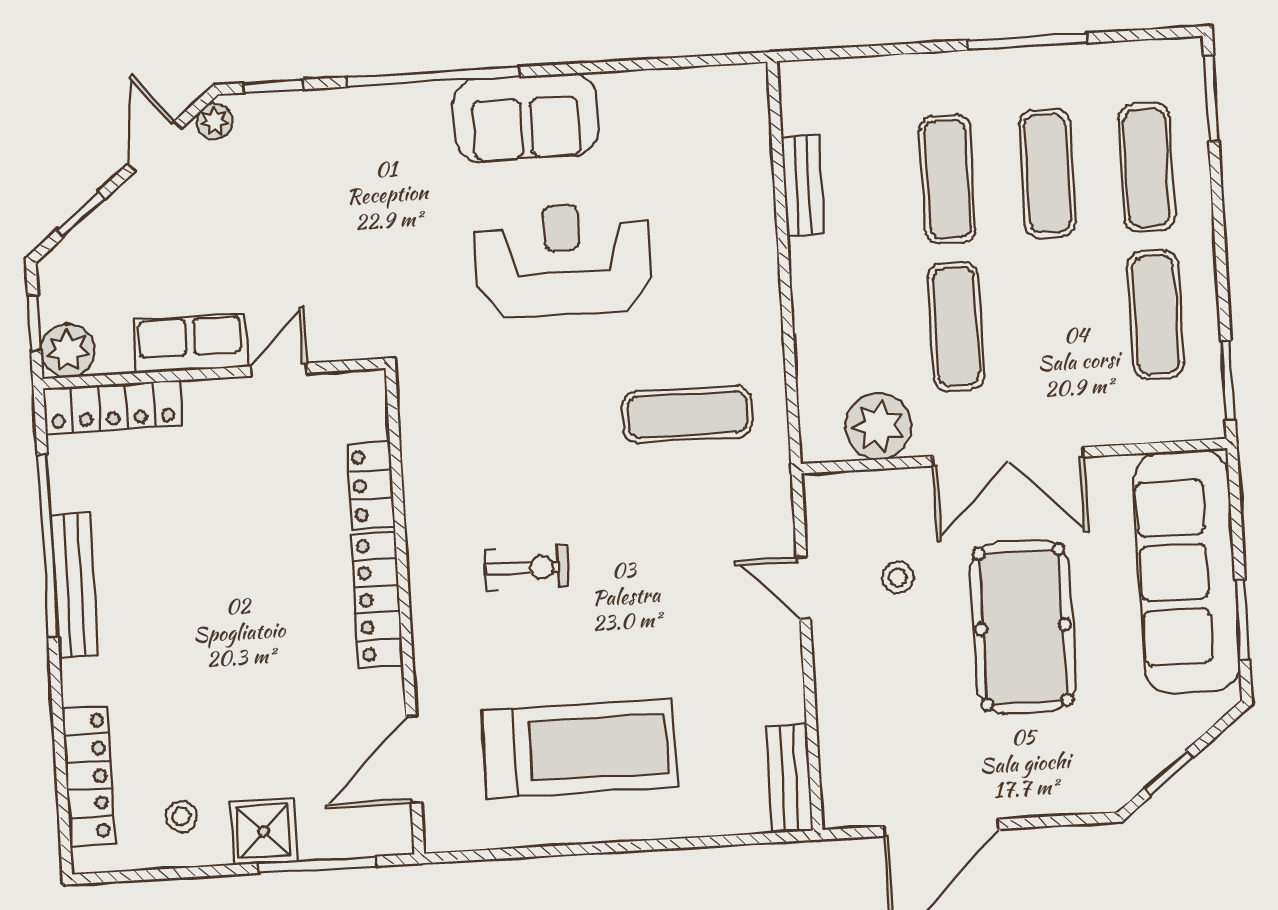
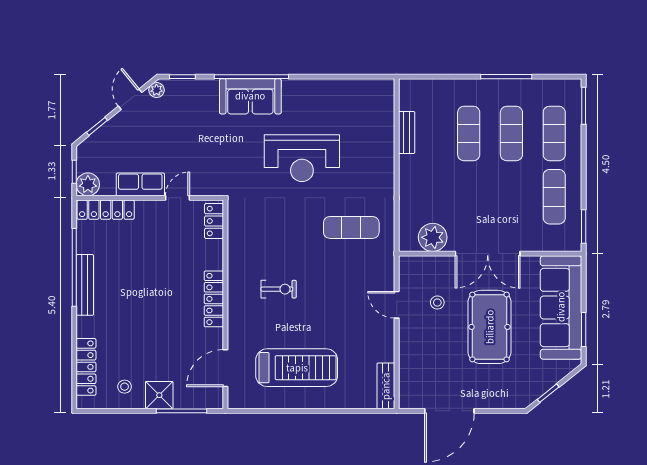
sofa: (526, 118) -> (250, 96), moved
reception desk: (563, 260) -> (302, 158), turned 180
exercise mat: (956, 327) -> (469, 197), removed
locker: (371, 485) -> (214, 221), moved

